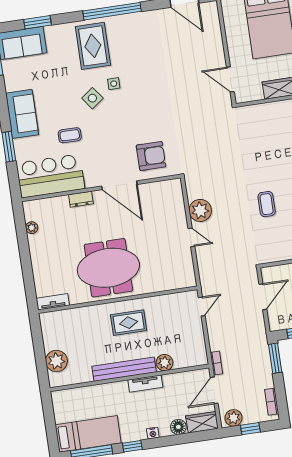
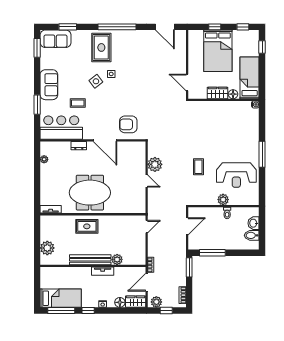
armchair: (151, 156) -> (128, 124), turned 180
rug: (129, 323) -> (87, 226), moved

